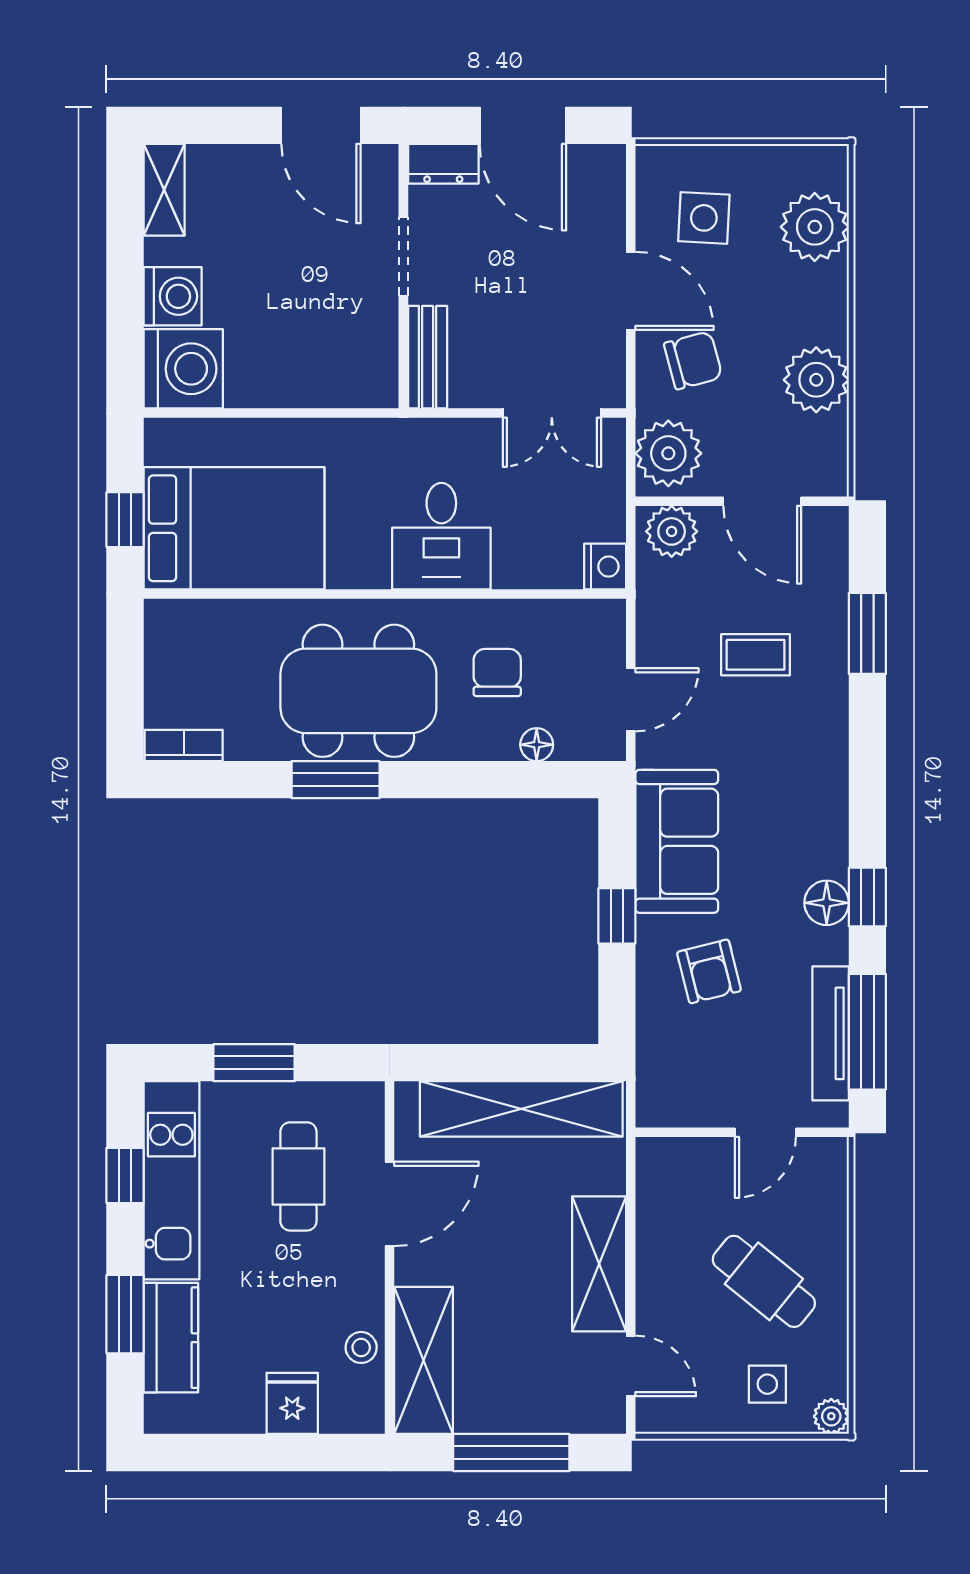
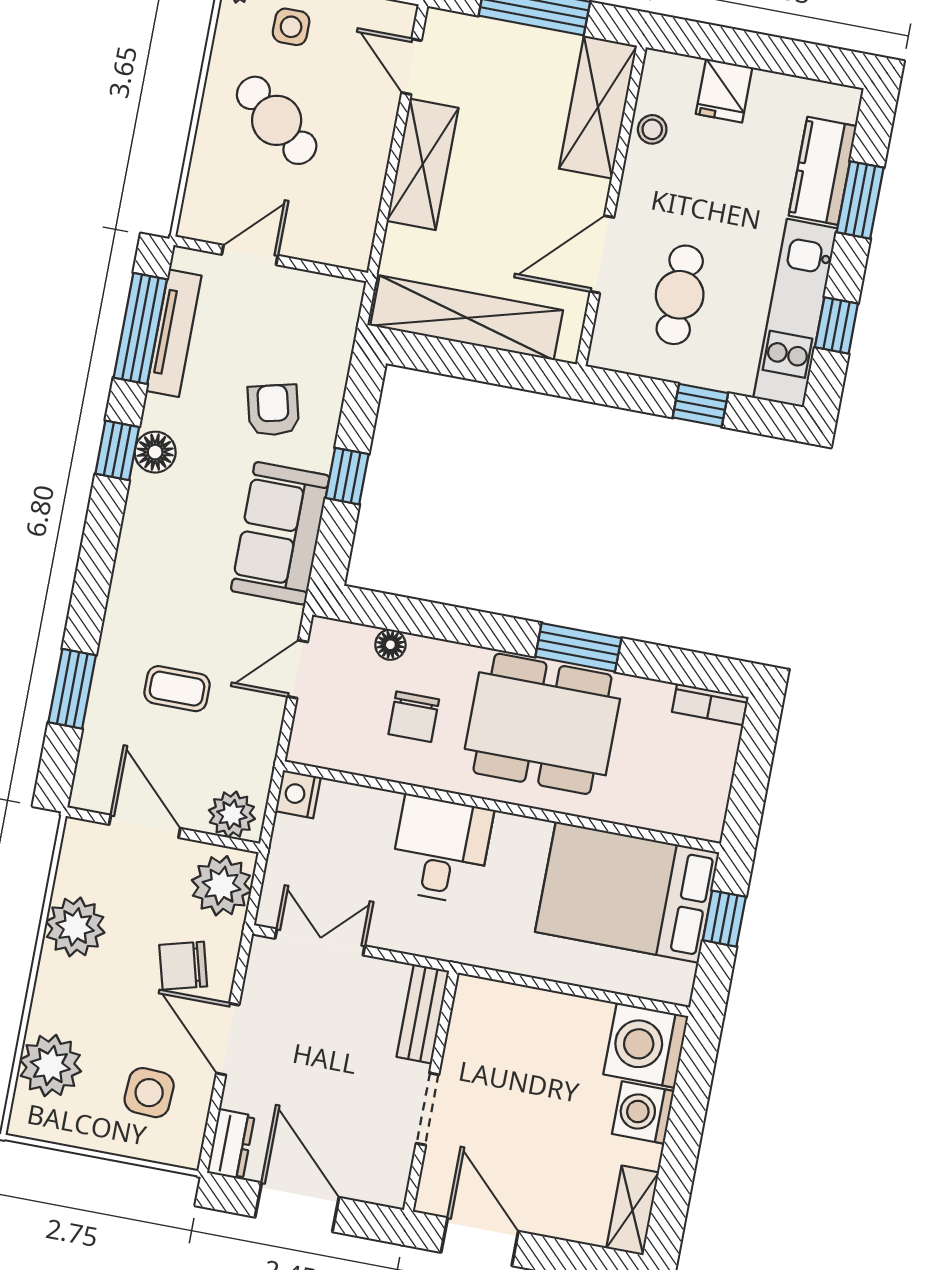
dresser: (443, 164) -> (231, 1144), moved, turned 90
window: (254, 1063) -> (700, 405), width x0.67

